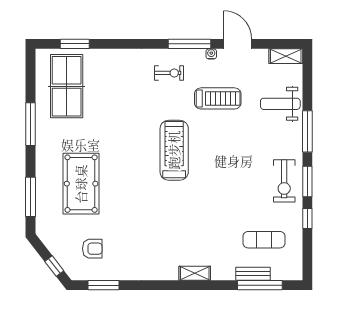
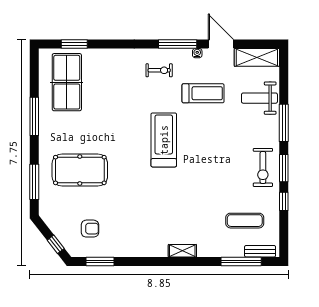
shelving: (286, 56) -> (257, 57), width x1.50, depth x1.33
pool table: (81, 184) -> (80, 170), turned 90
bench: (253, 274) -> (260, 251), moved

